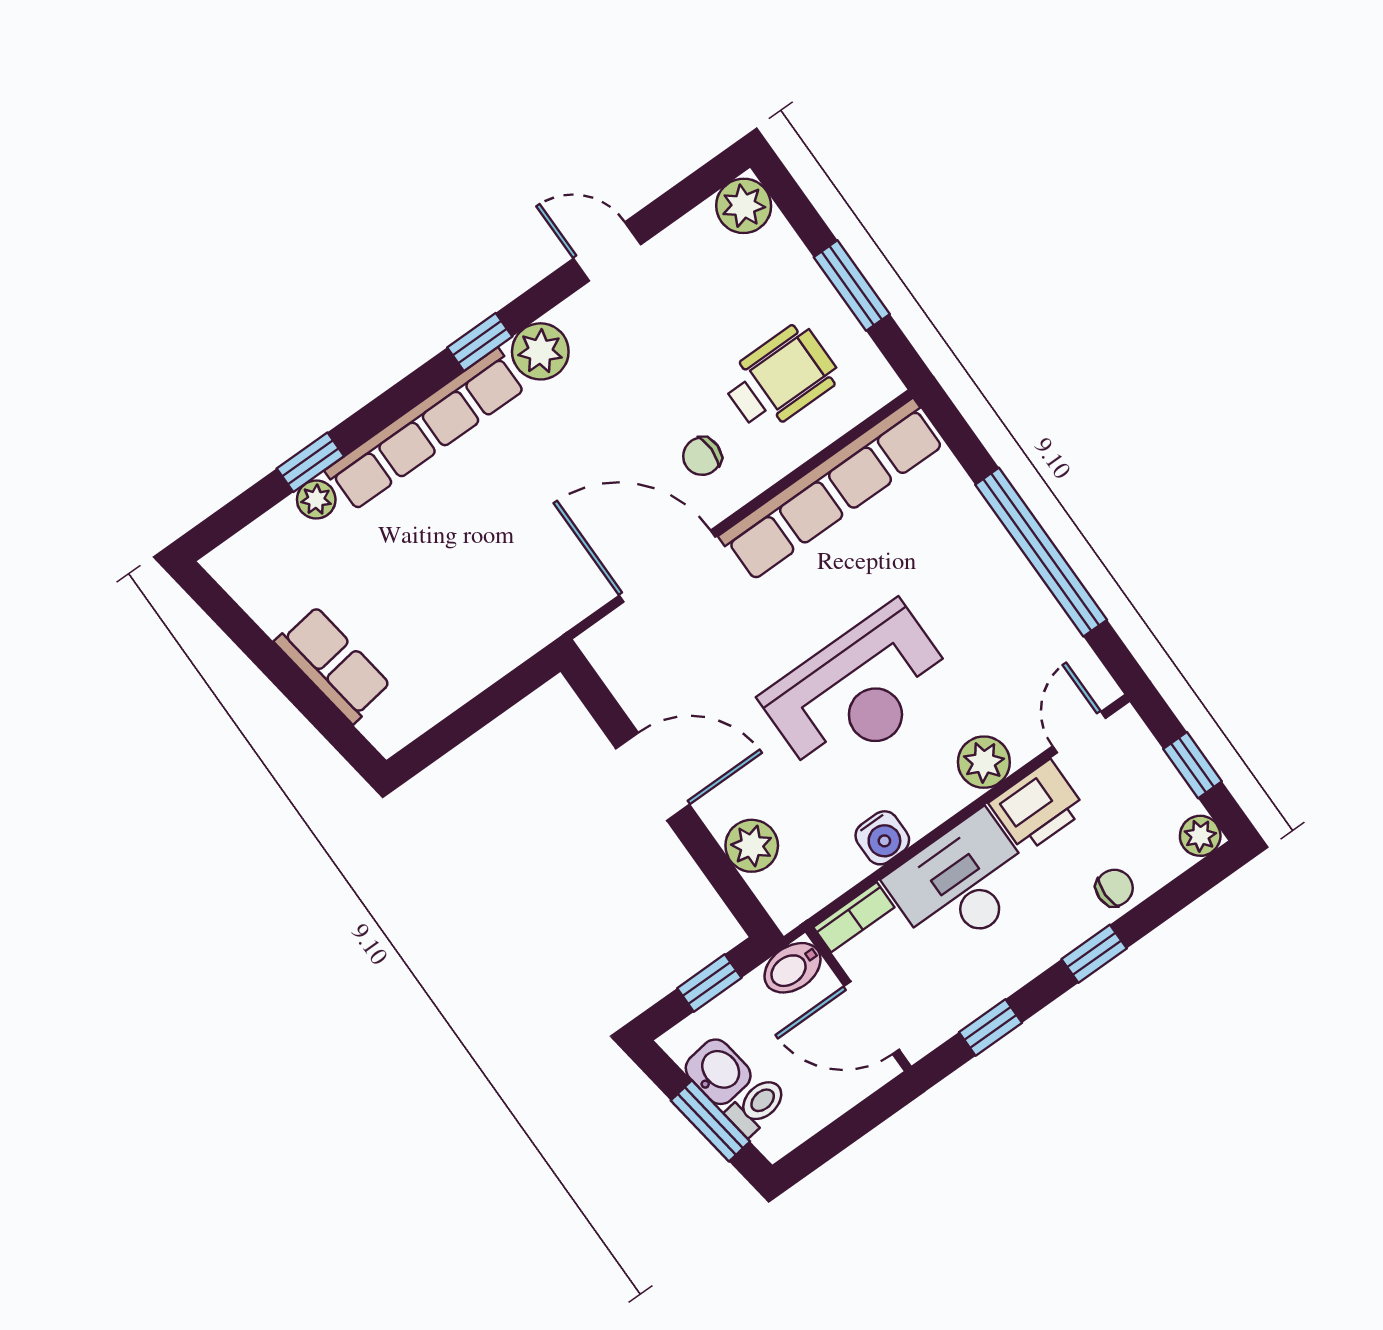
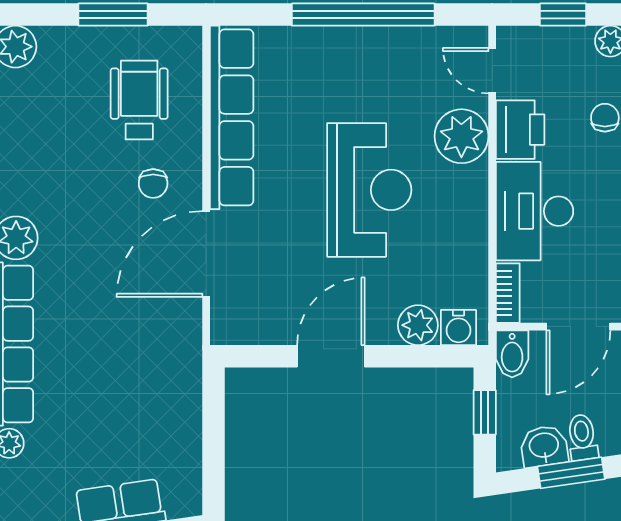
plant: (984, 762) -> (461, 136), width x1.36, depth x1.36
water cooler: (882, 838) -> (458, 328), moved, turned 90

